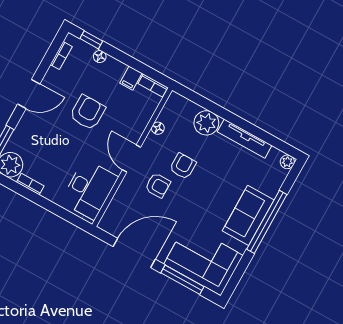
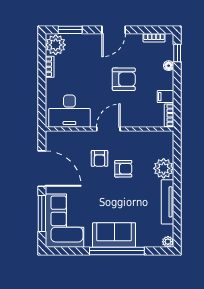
door: (29, 94) -> (114, 30), hinge flipped
floor lamp: (158, 128) -> (140, 136), removed

